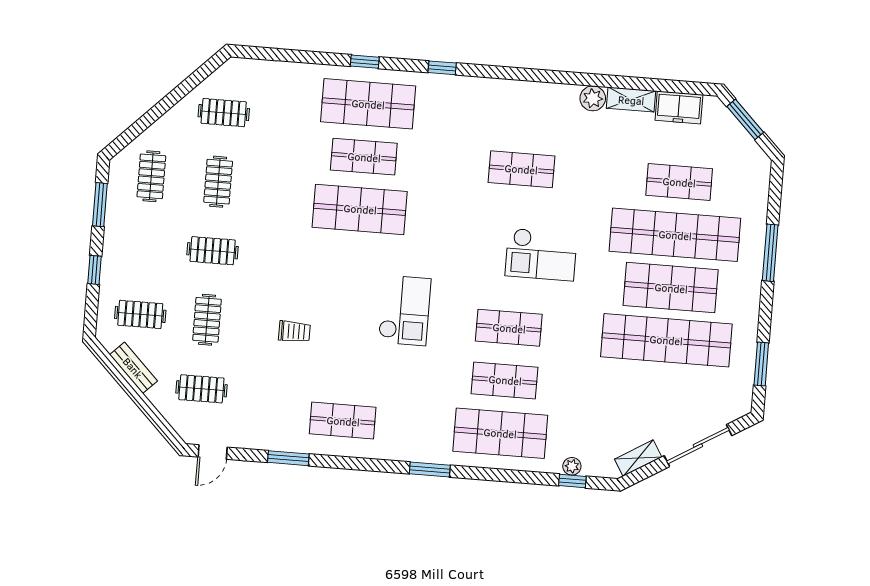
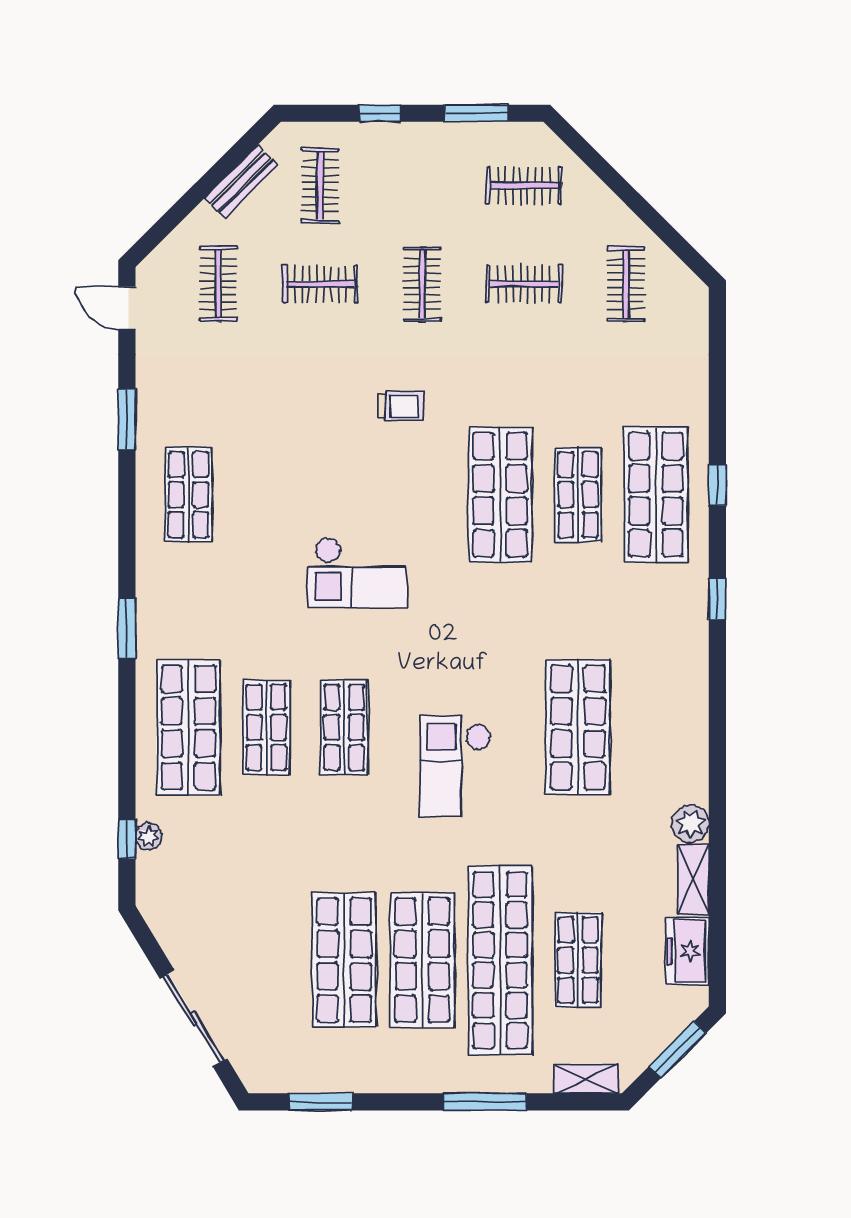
shop shelf: (521, 169) -> (578, 727), width x1.43, depth x1.36
trolley: (294, 331) -> (401, 406), moved, turned -90
shop shelf: (666, 340) -> (344, 960), width x0.71
shelving: (638, 458) -> (586, 1079), moved, turned -59

